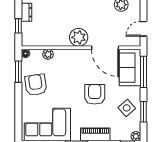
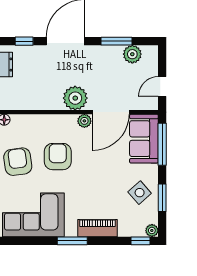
door: (105, 48) -> (111, 112), hinge flipped
plant: (48, 54) -> (84, 121), moved
armchair: (95, 94) -> (58, 157), moved

